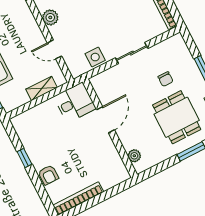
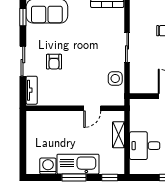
plant: (50, 17) -> (65, 98), removed
desk: (75, 103) -> (145, 146), moved, turned -90

